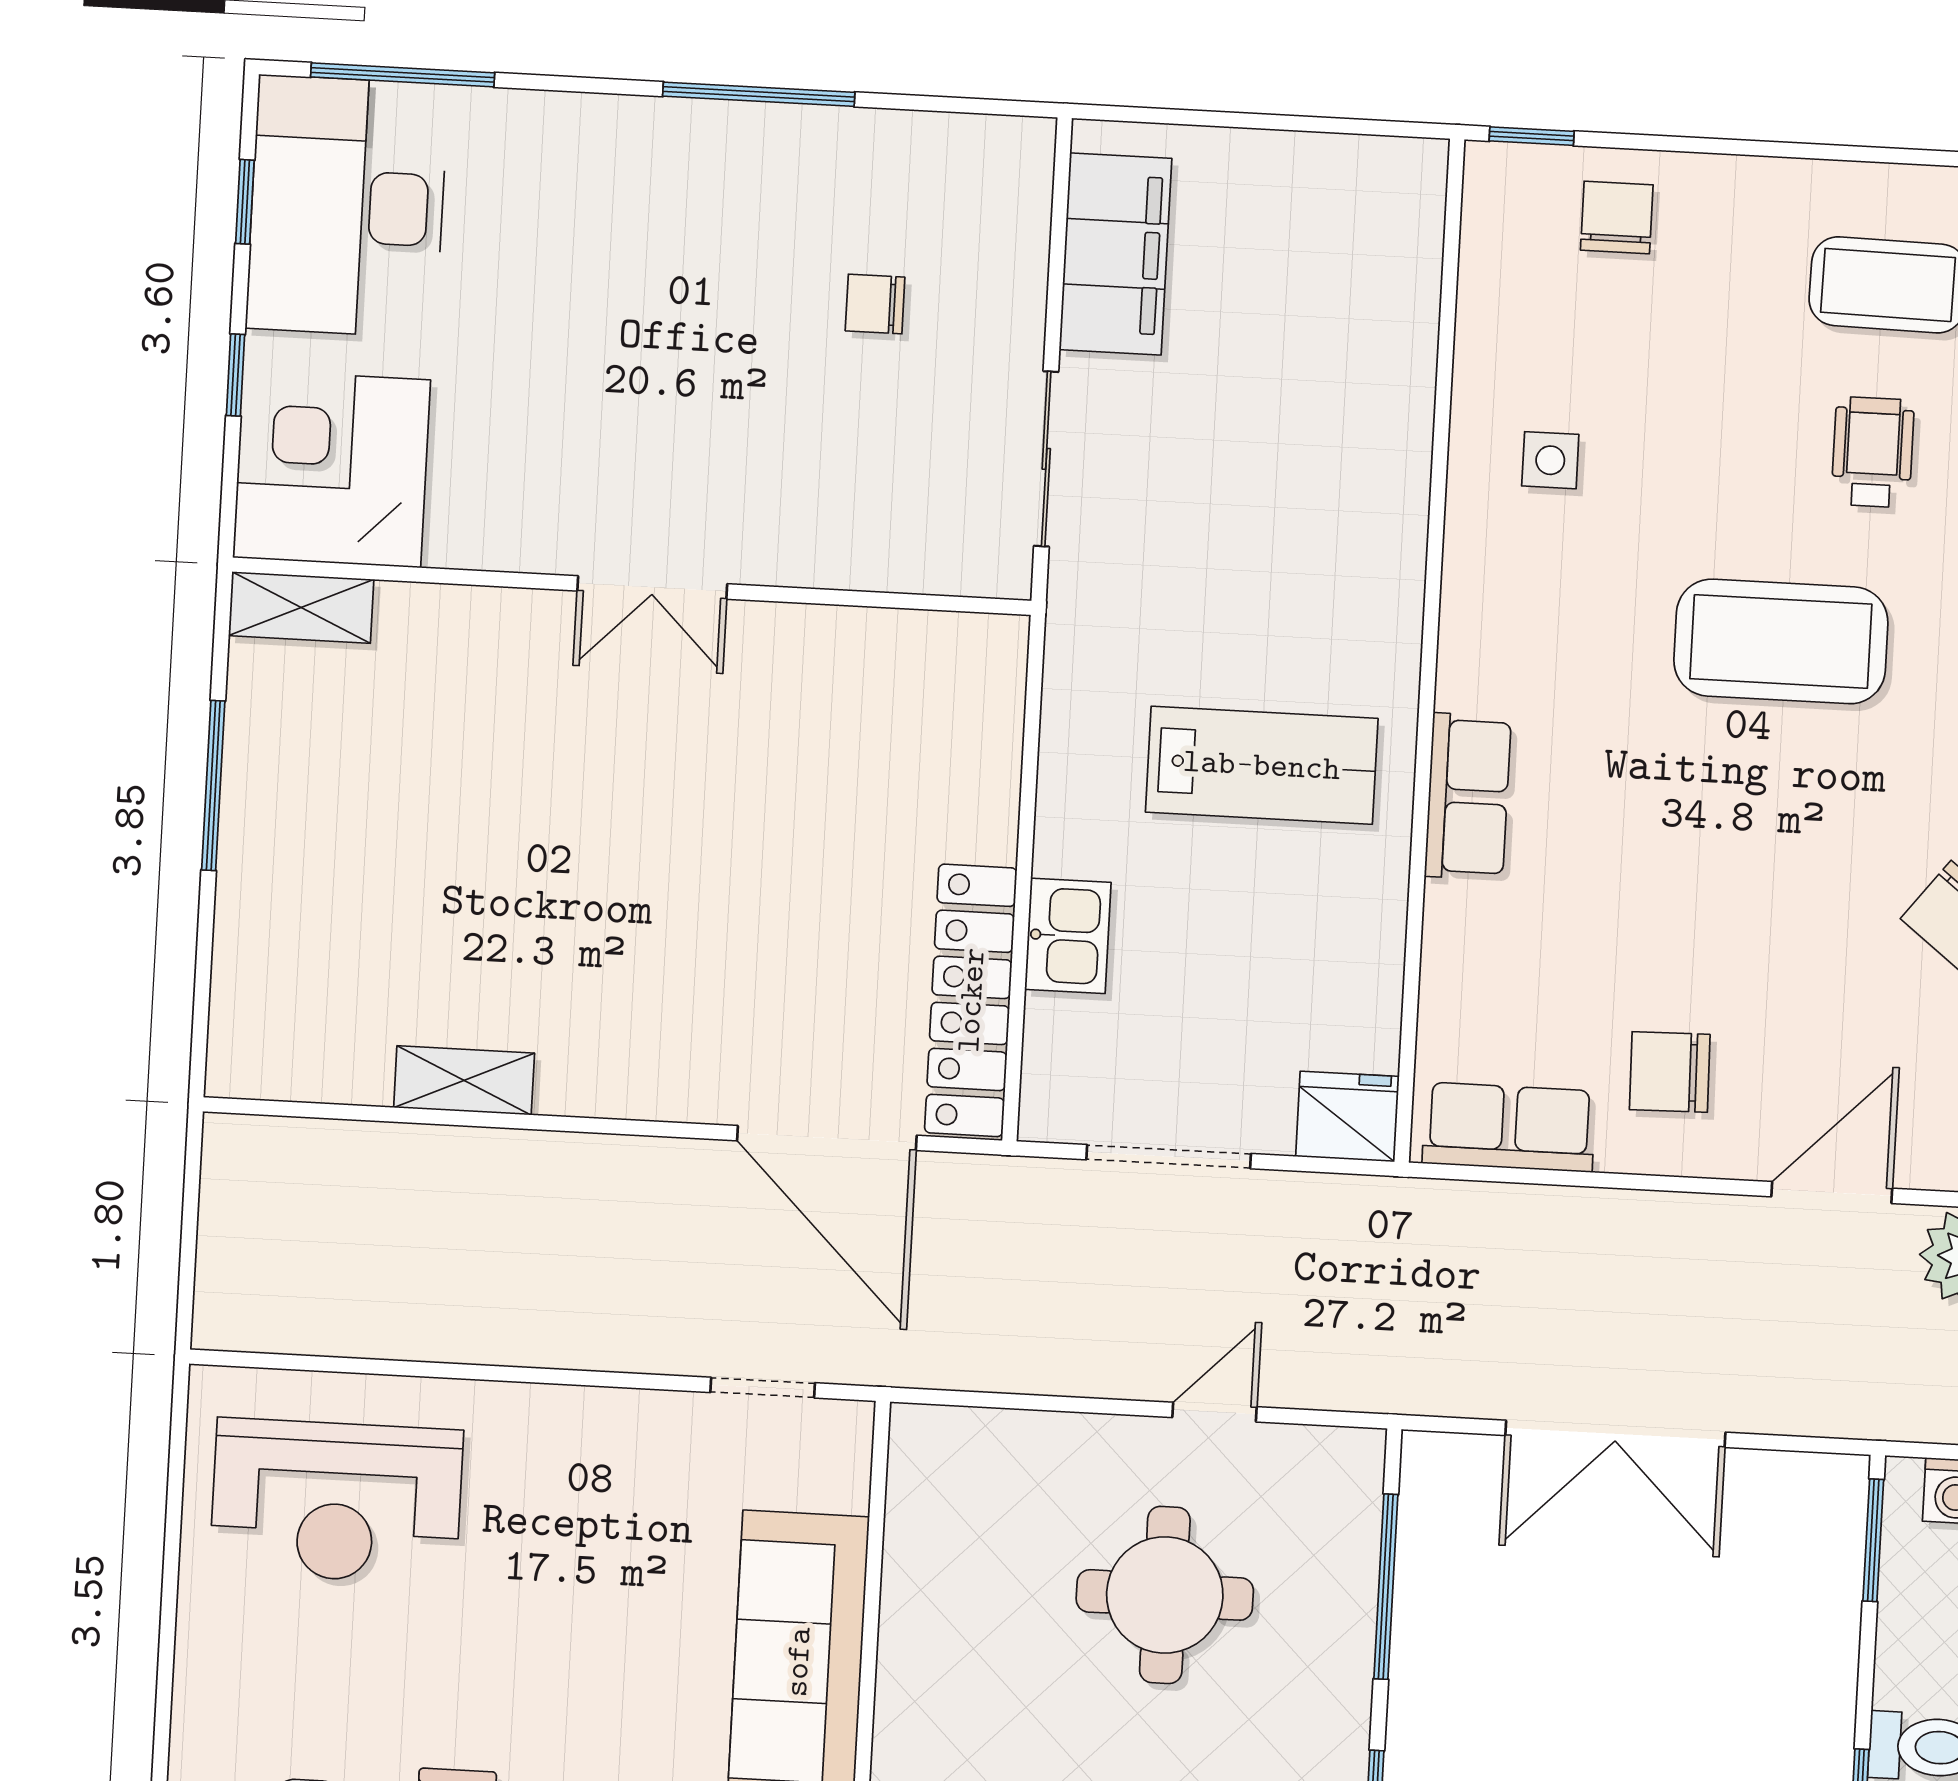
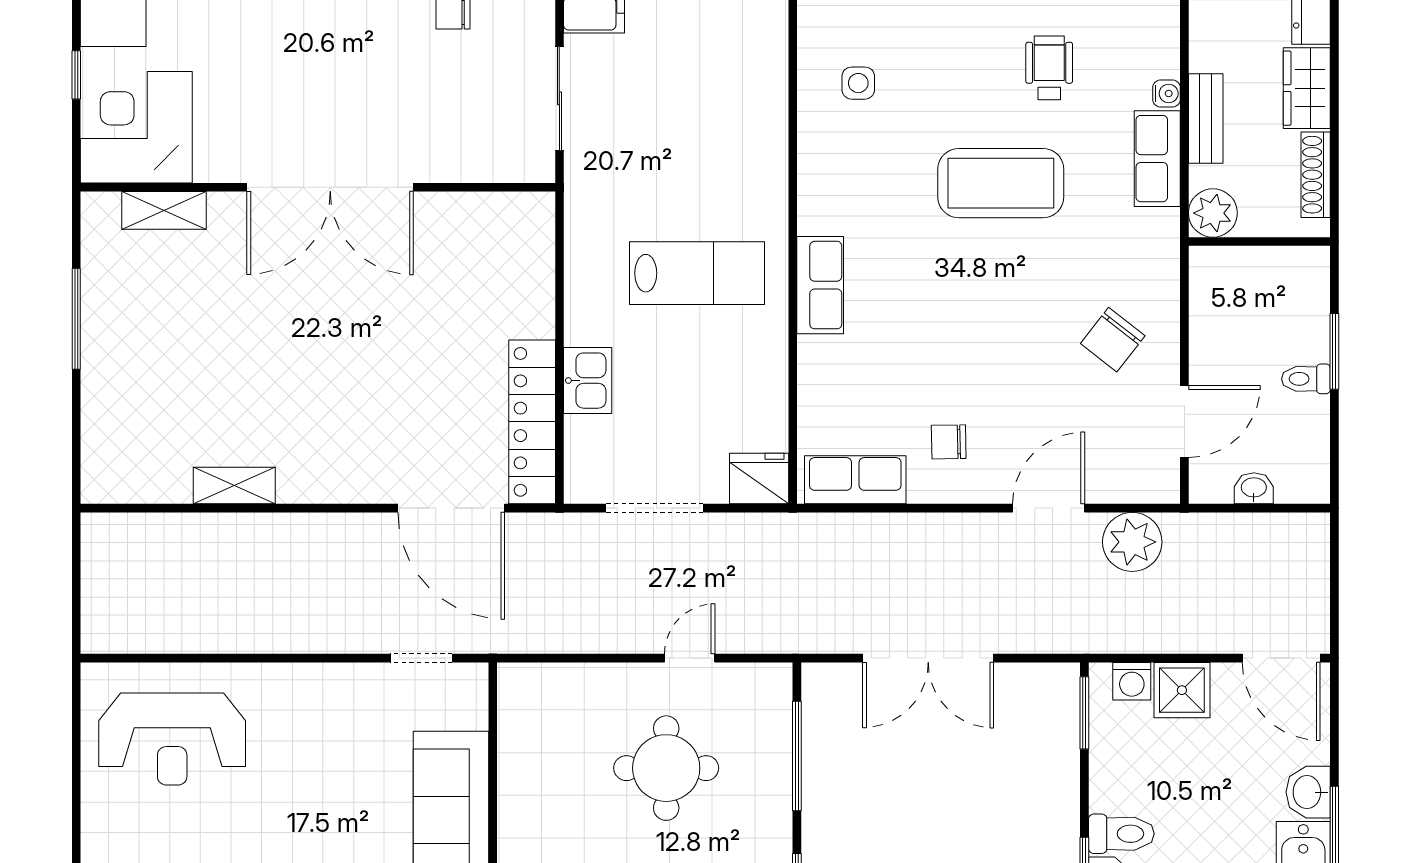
double door: (652, 587) -> (330, 187), width x1.87
shelving: (301, 608) -> (164, 210), moved
chair: (1670, 1072) -> (949, 442), width x0.73, depth x0.73

